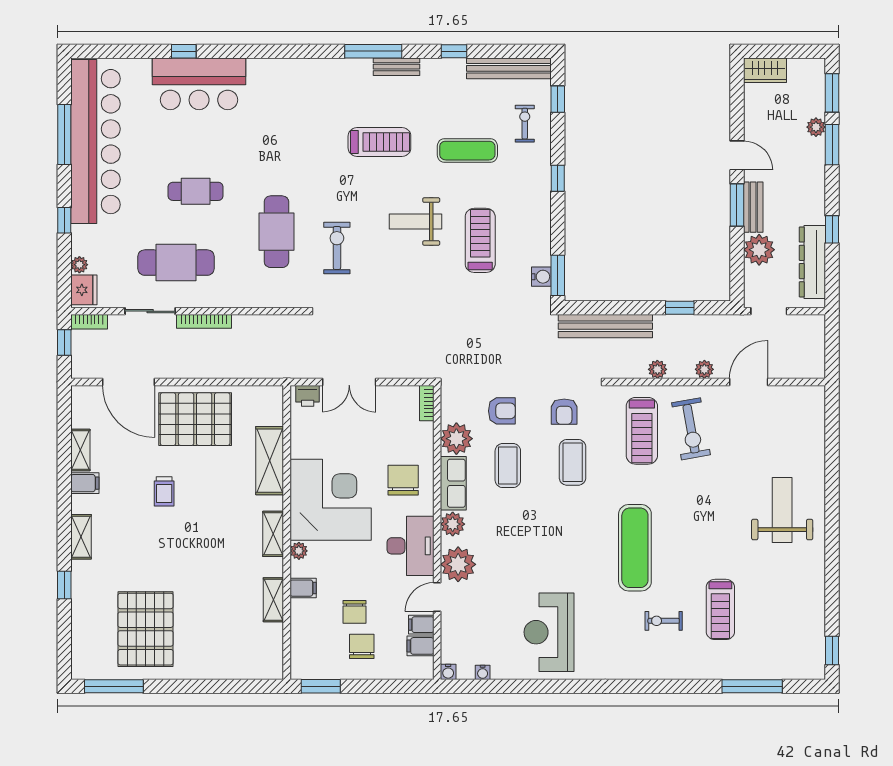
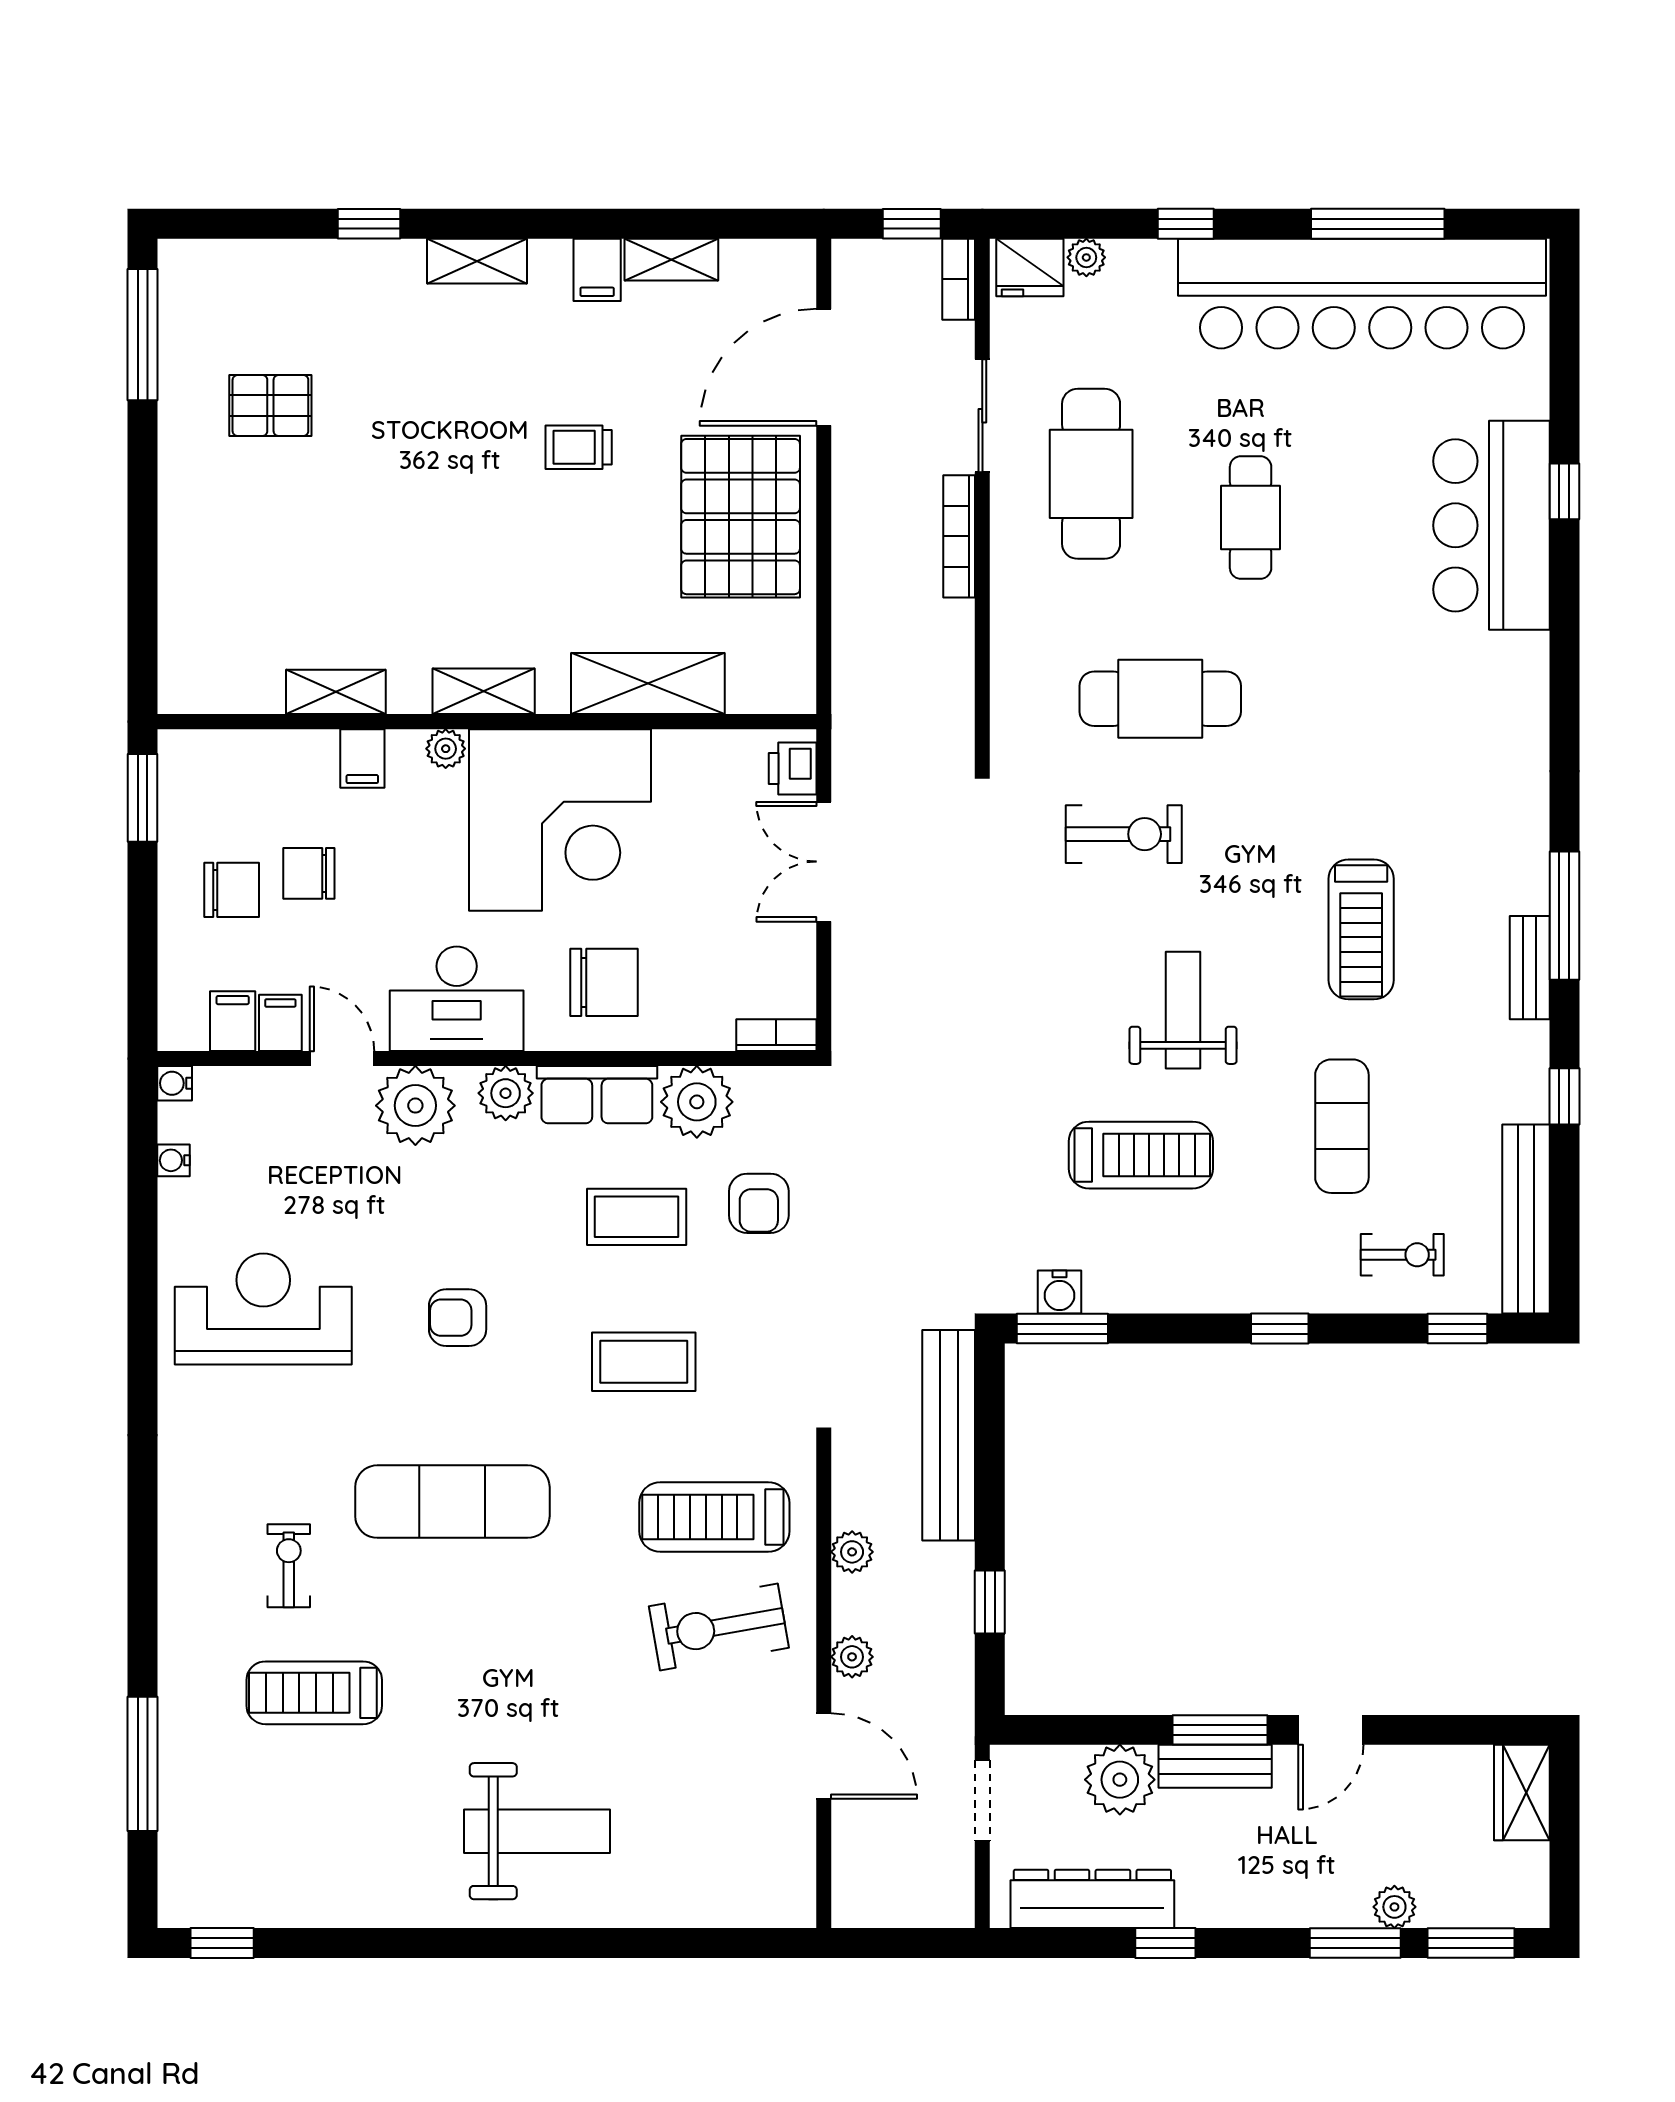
armchair: (564, 412) -> (458, 1318), moved
pallet: (146, 629) -> (270, 406), width x0.49, depth x0.50

